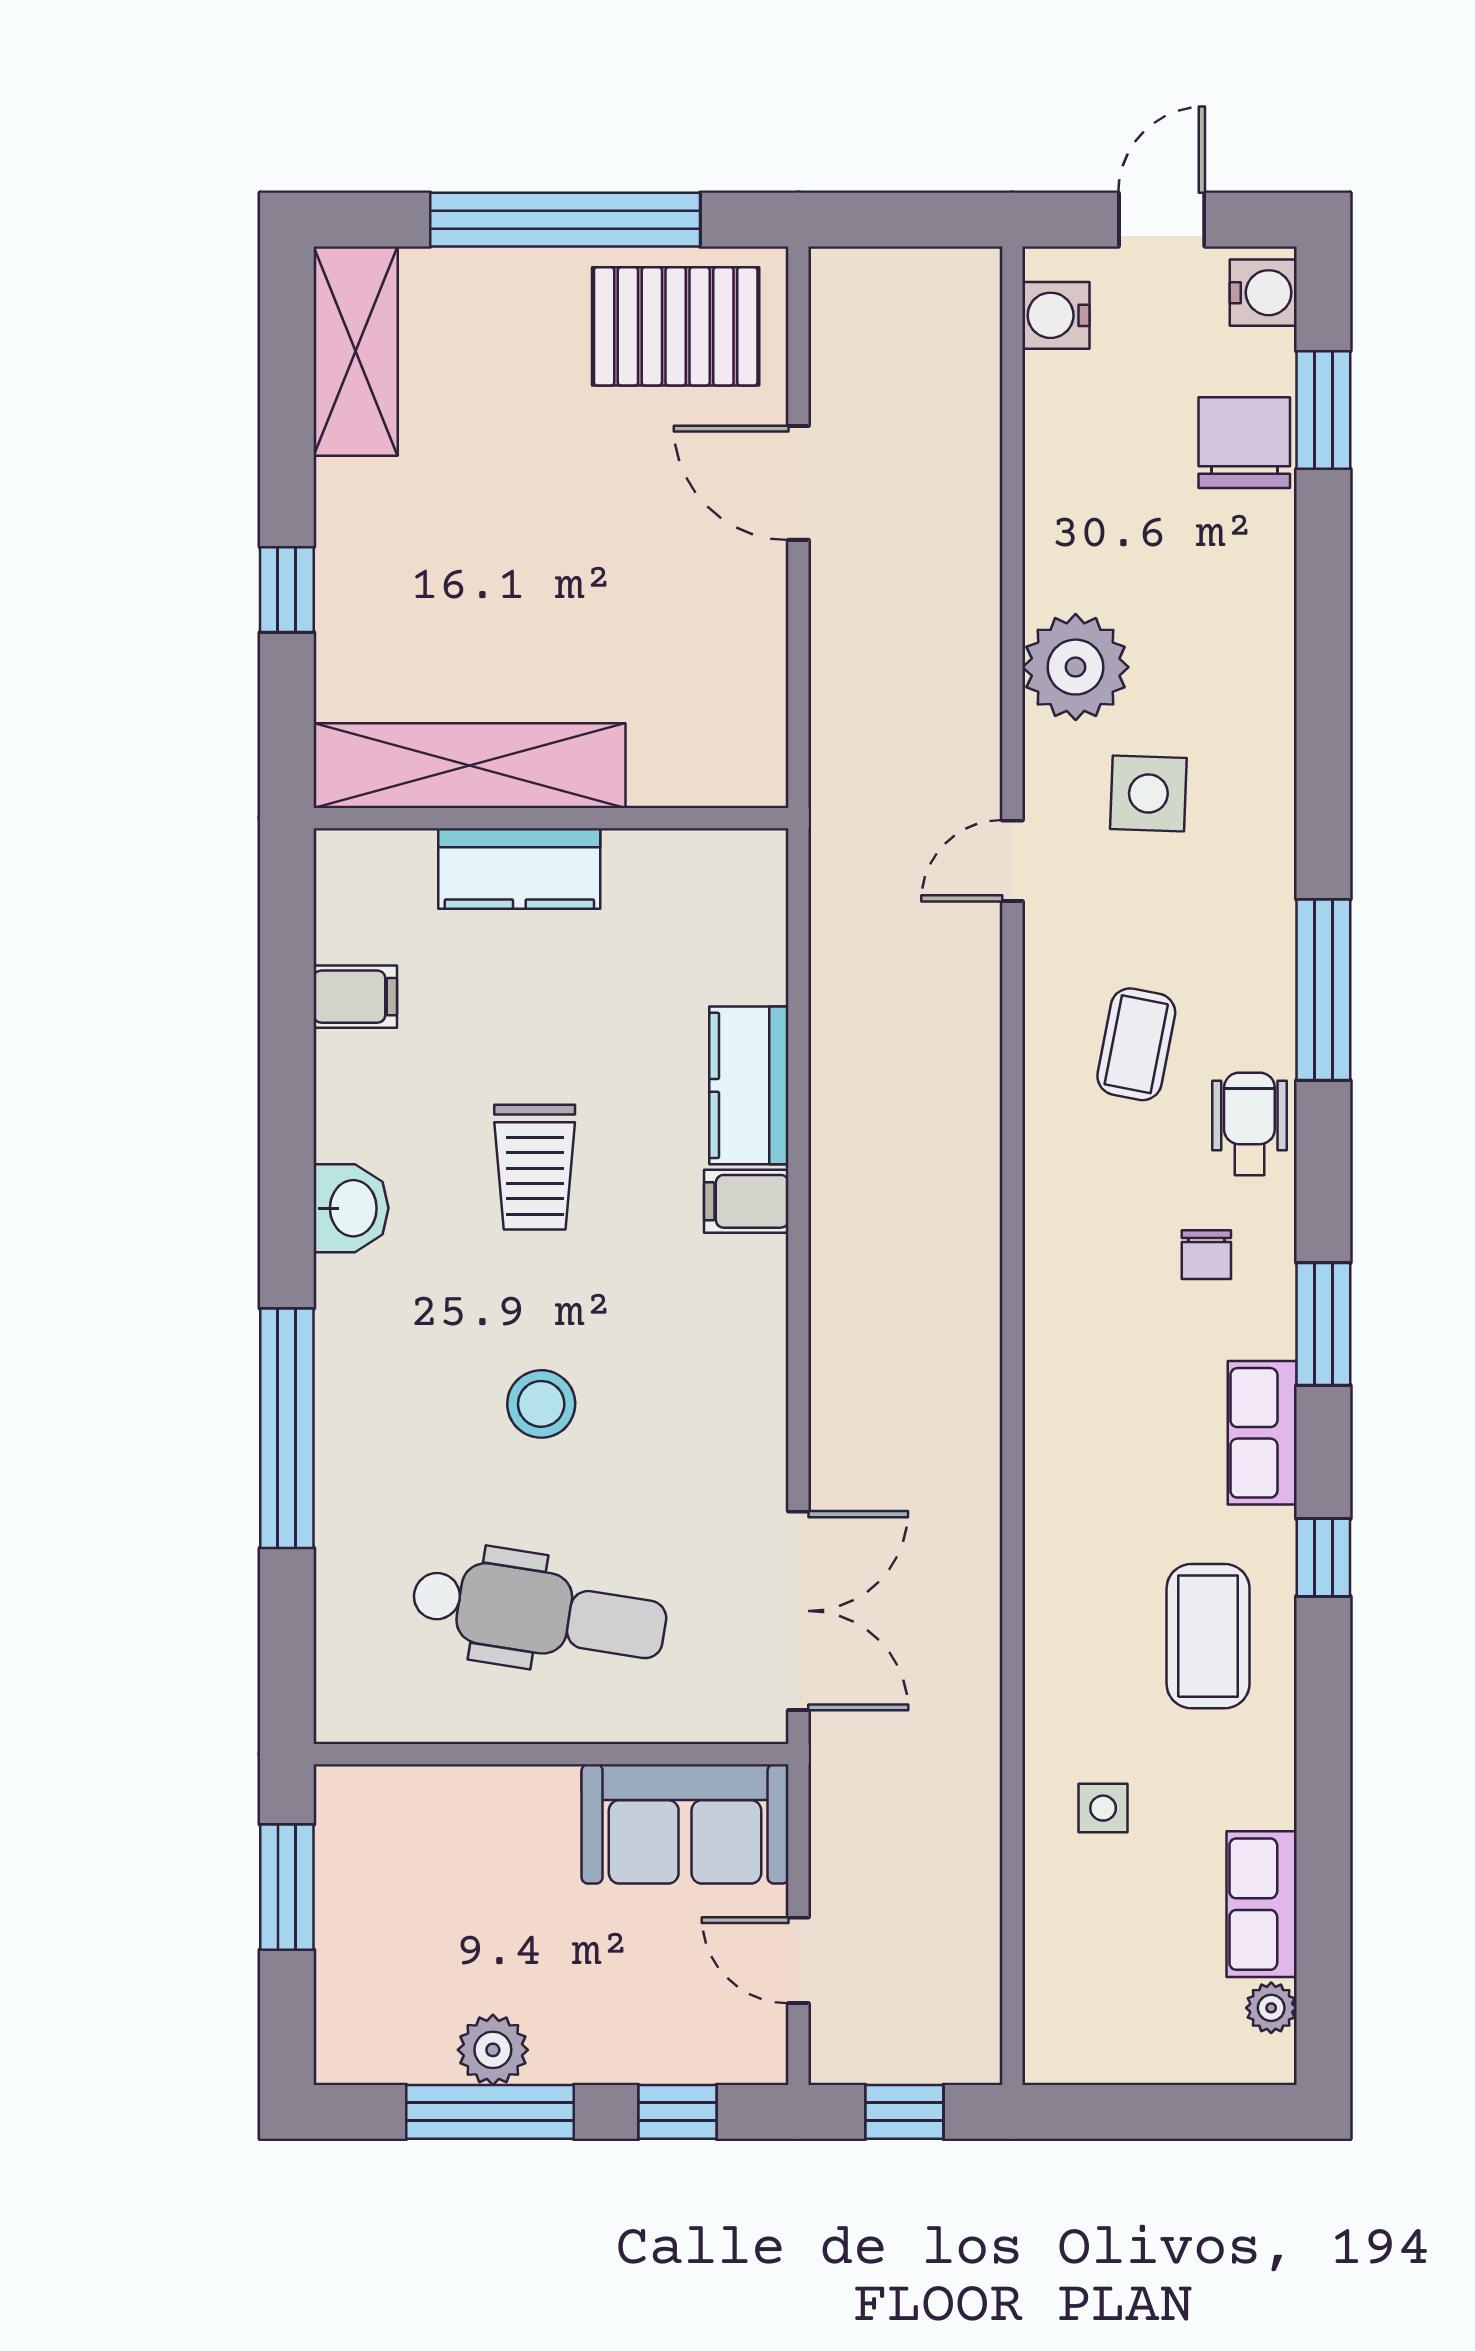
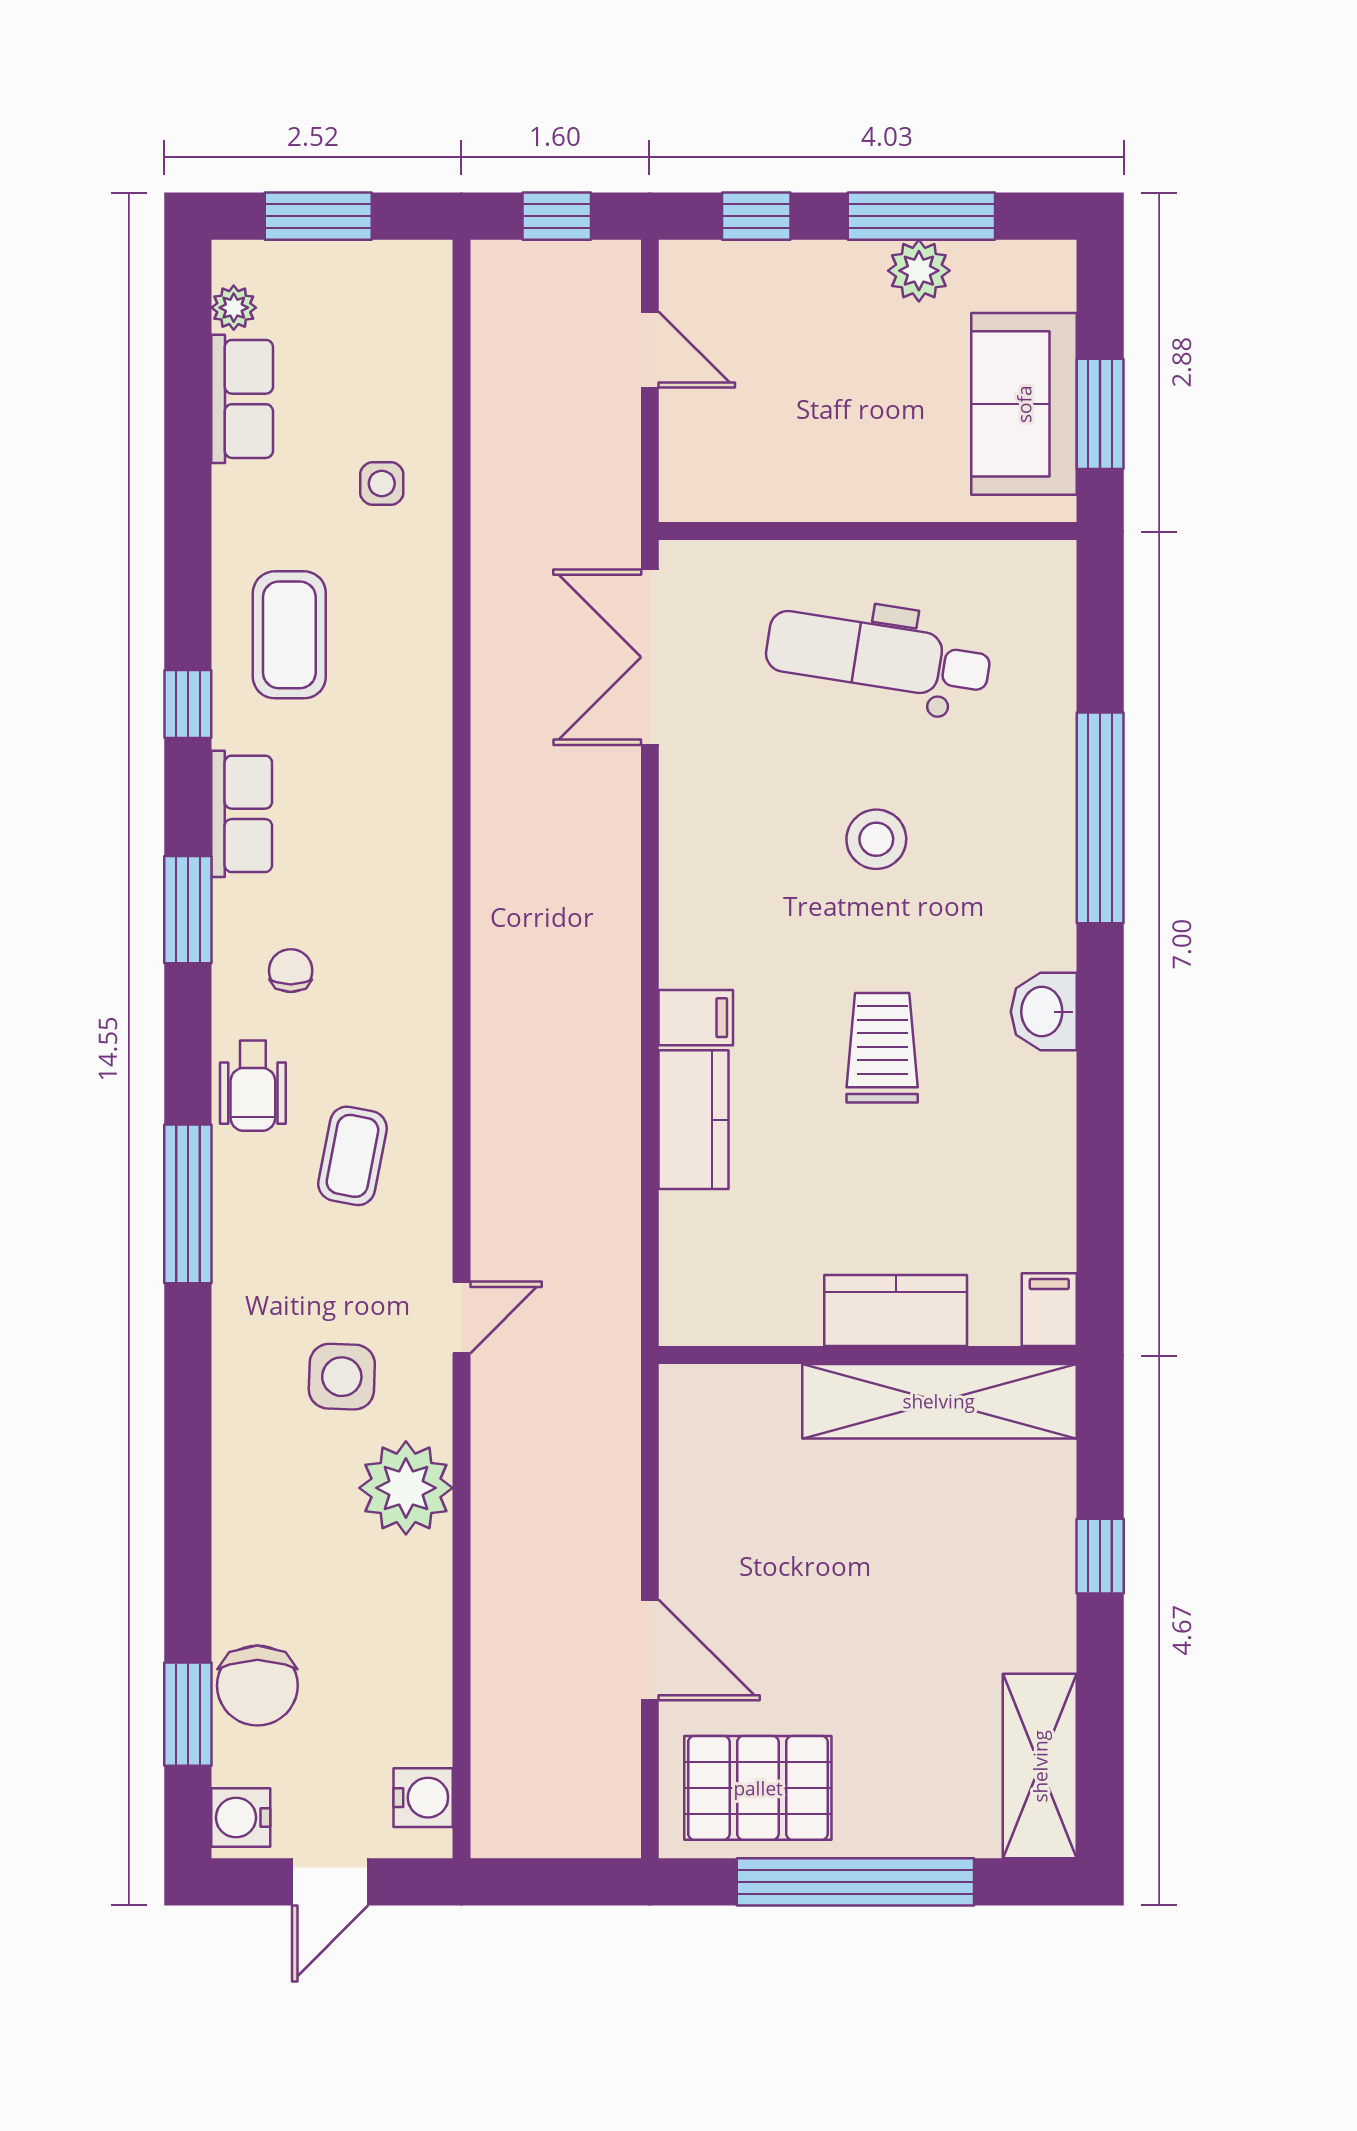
filing cabinet: (355, 997) -> (1049, 1310), moved, turned 90
sofa: (685, 1824) -> (1024, 404), moved, turned -90
window: (1175, 2112) -> (318, 216), added

